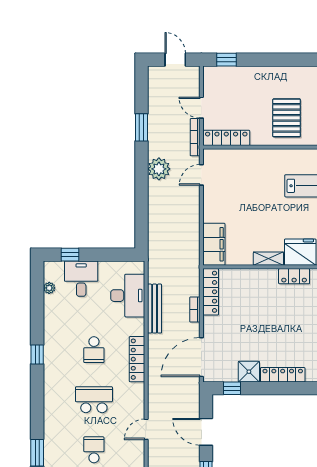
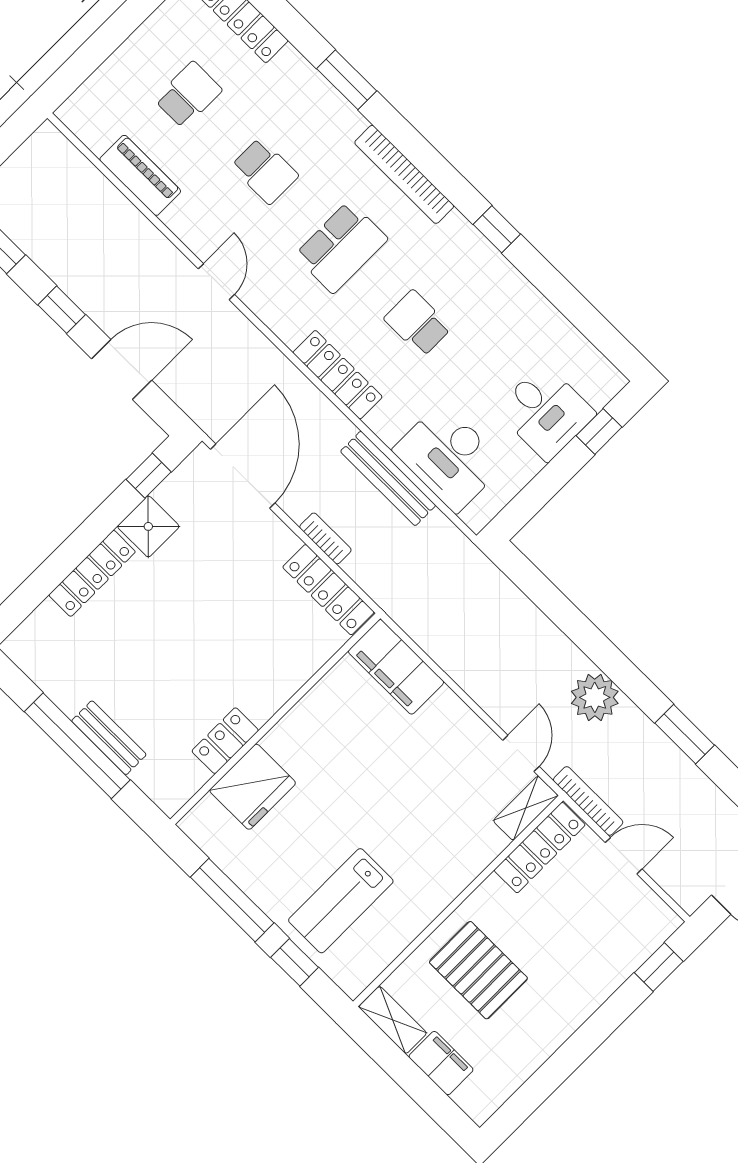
shelving: (268, 259) -> (526, 808), moved
plant: (49, 288) -> (580, 349), removed
bookcase: (49, 403) -> (404, 174), added

